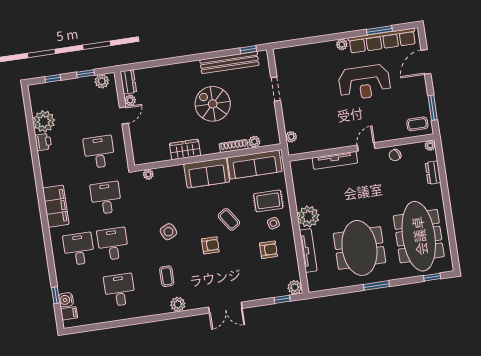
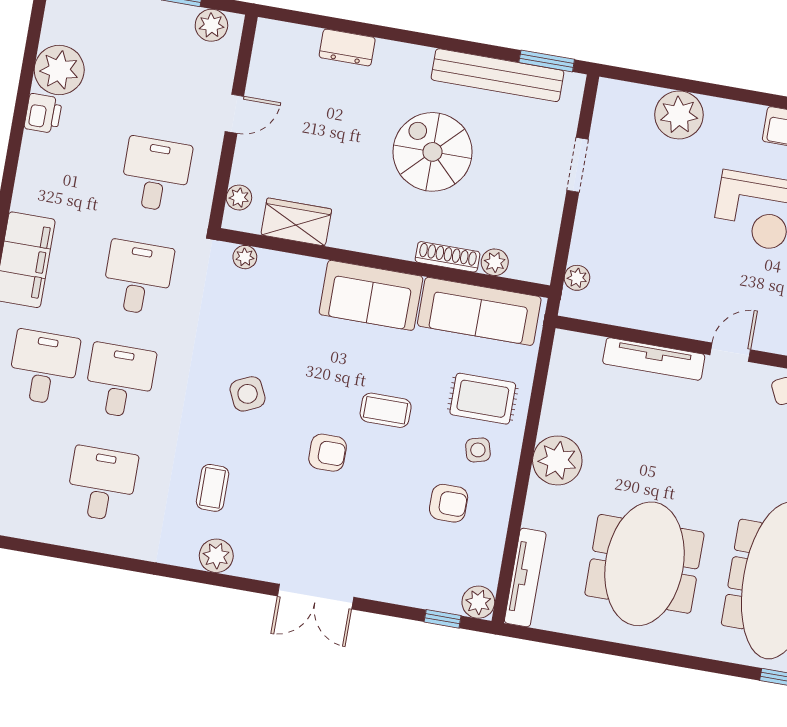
plant: (342, 44) -> (679, 115), moved, width x1.88, depth x1.88
window: (248, 50) -> (547, 61), width x1.50
dresser: (128, 82) -> (347, 48), moved, turned 90
plant: (130, 100) -> (239, 198), moved
wardrobe: (185, 149) -> (296, 222), moved
coffee table: (229, 219) -> (386, 410), turned -56
tv unit: (308, 251) -> (525, 577), moved
window: (376, 285) -> (654, 656), removed

